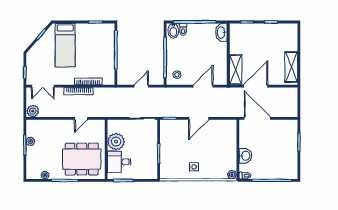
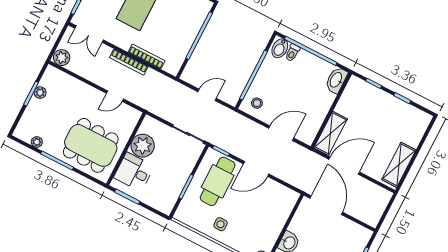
cafe table: (178, 140) -> (218, 181), added

